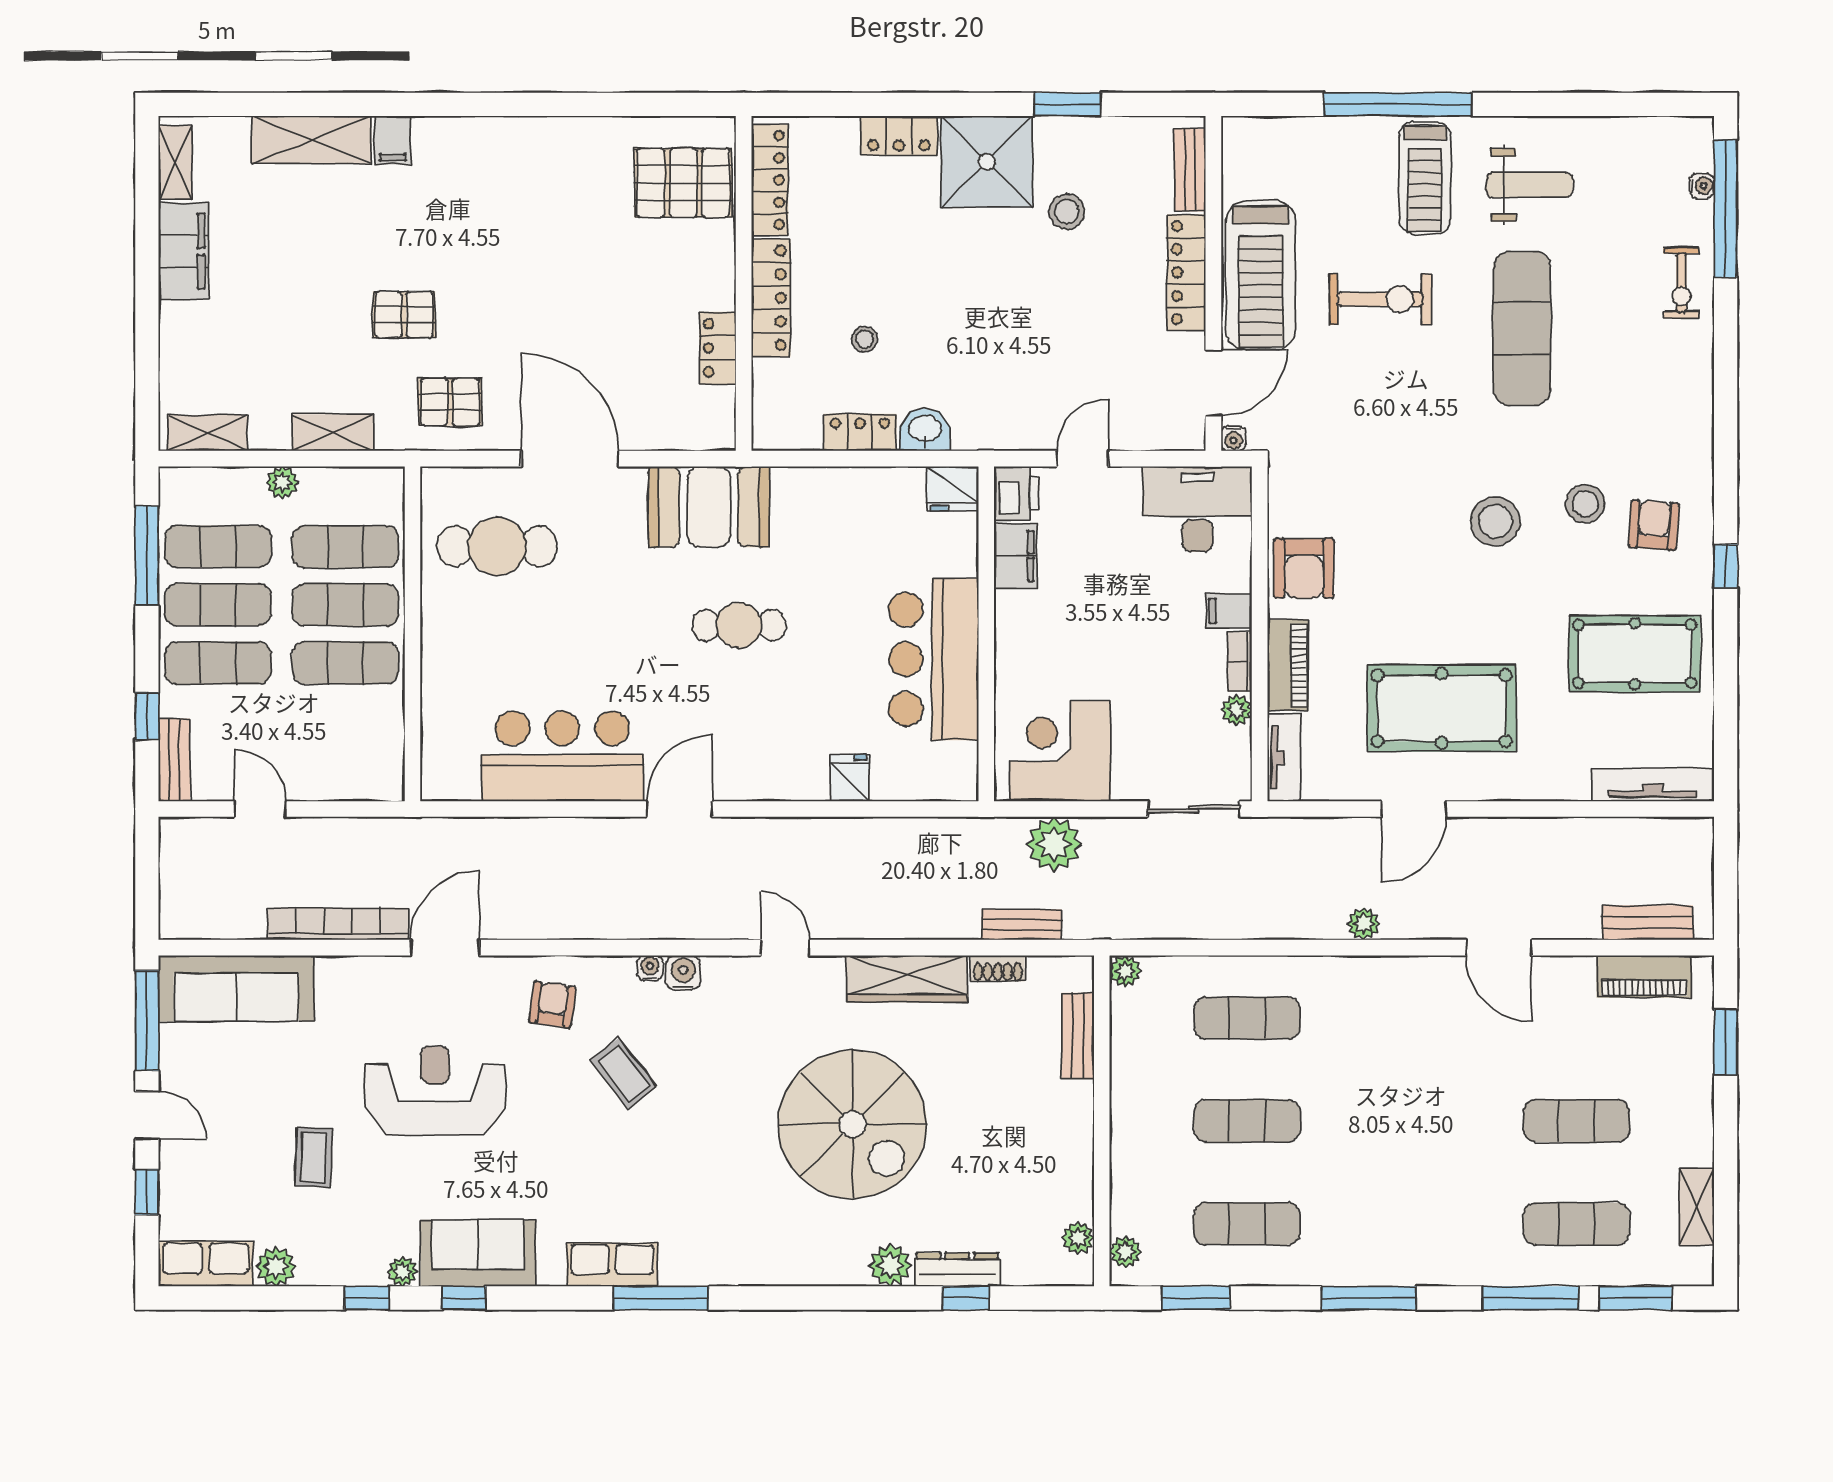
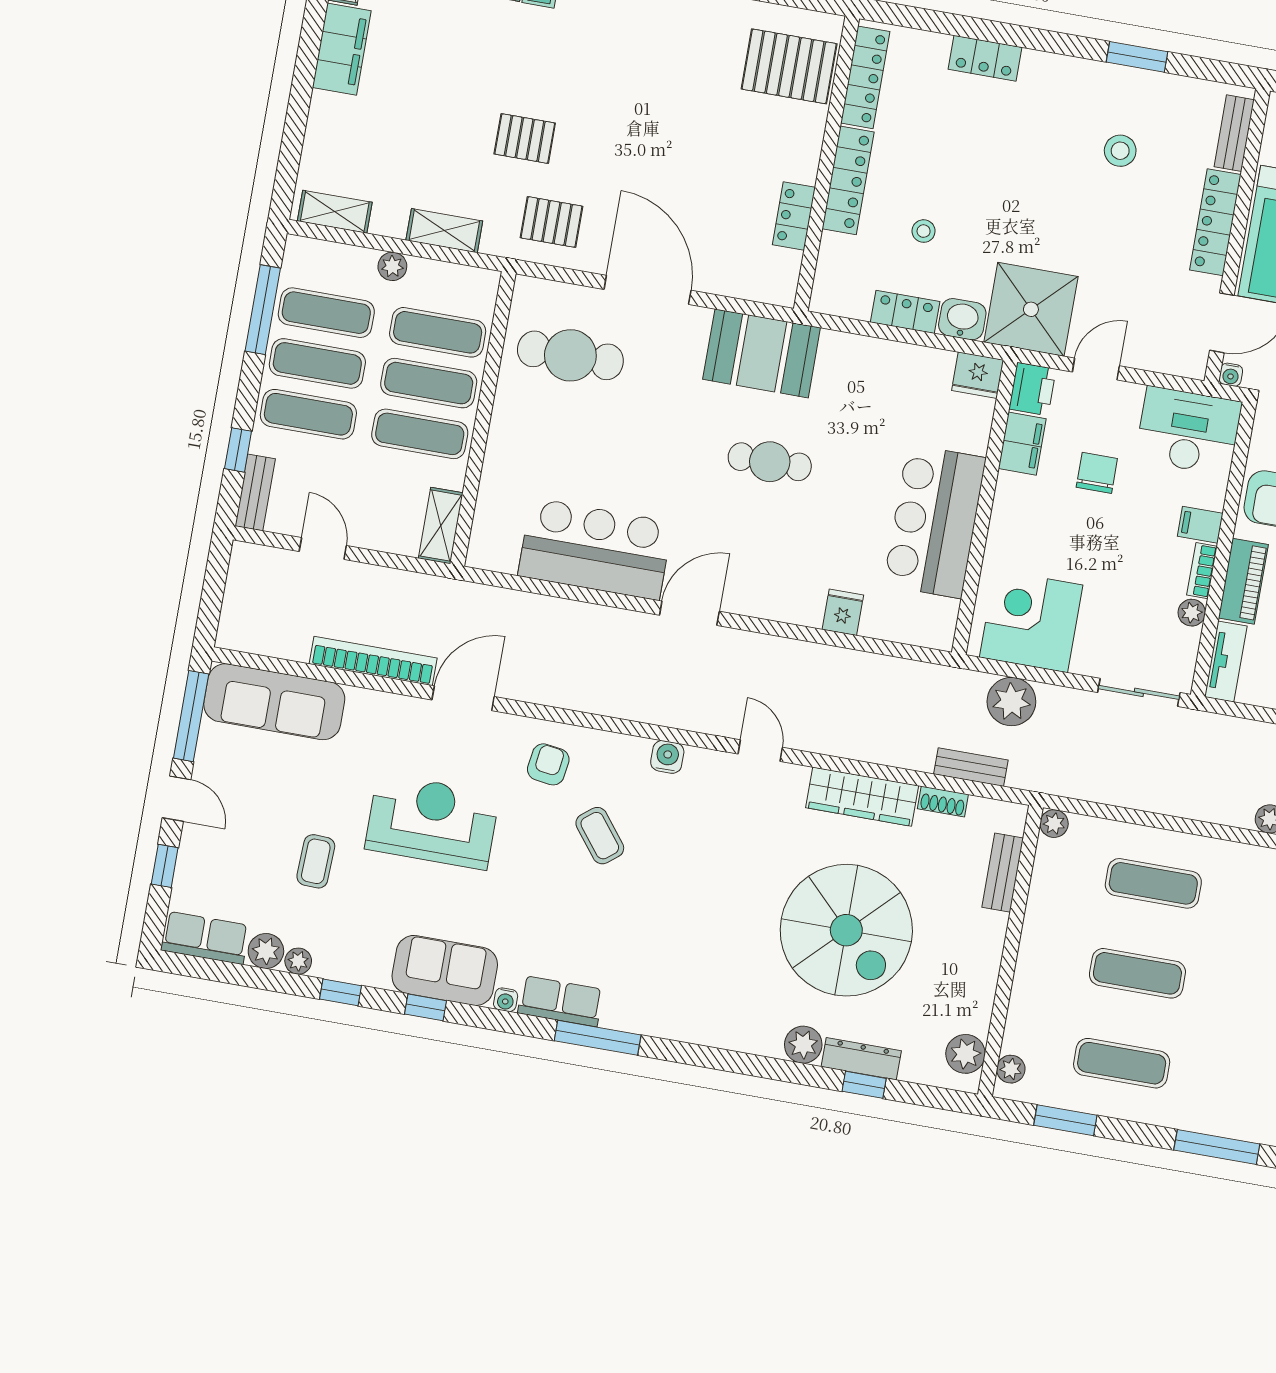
shower: (987, 162) -> (1031, 309), moved
chair: (1104, 574) -> (1097, 473), added
shelving: (386, 760) -> (441, 526), added
water cooler: (650, 968) -> (506, 1000), moved, turned 180
spiral stairs: (852, 1124) -> (846, 930), moved
plant: (1078, 1238) -> (965, 1054), width x1.38, depth x1.38
plant: (403, 1272) -> (298, 961), moved

